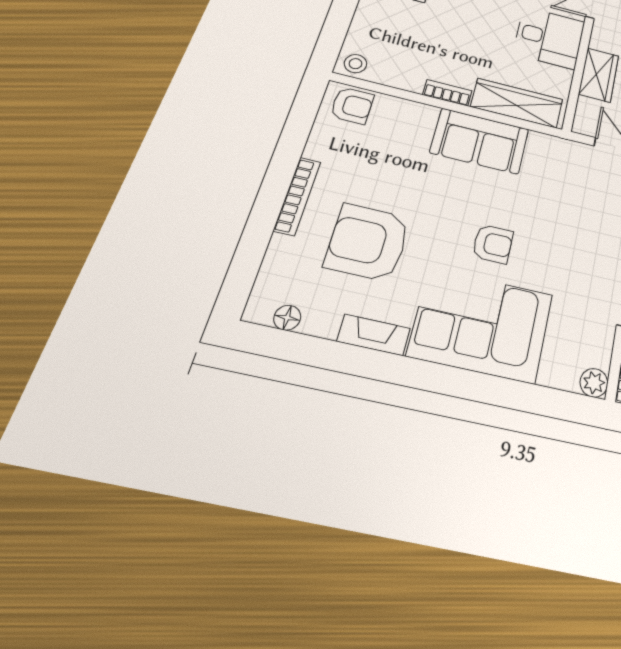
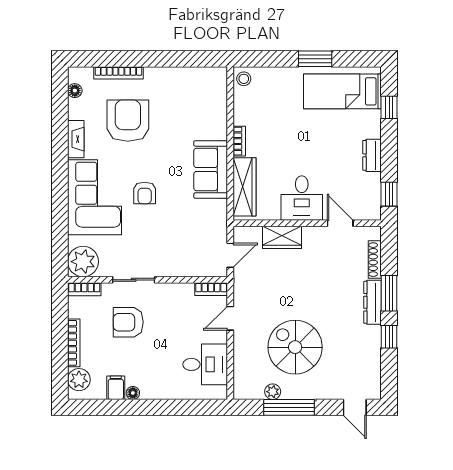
armchair: (352, 105) -> (213, 86), removed
bookcase: (297, 196) -> (118, 73), moved
plant: (594, 383) -> (83, 262), width x1.88, depth x1.88

